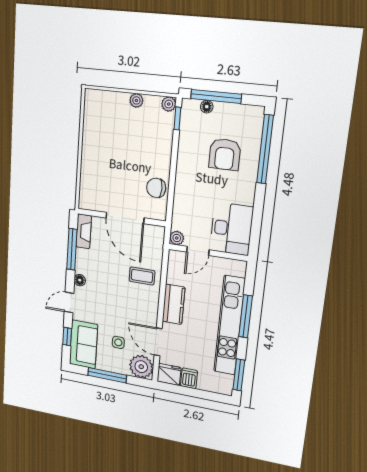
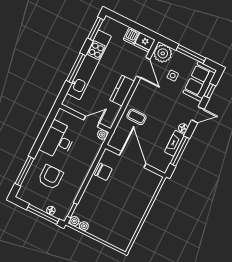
plant: (136, 100) -> (84, 226), moved
window: (265, 149) -> (24, 171), width x0.68
desk: (231, 229) -> (58, 140), moved
fireplace: (84, 231) -> (174, 143), moved

